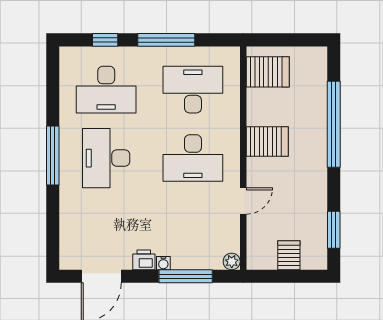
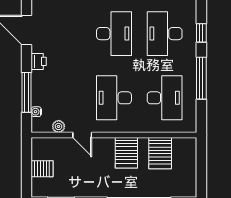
server rack: (268, 72) -> (160, 153), moved
desk: (106, 158) -> (114, 34), turned 90
plant: (232, 261) -> (59, 126), moved
water cooler: (163, 263) -> (36, 112), moved

